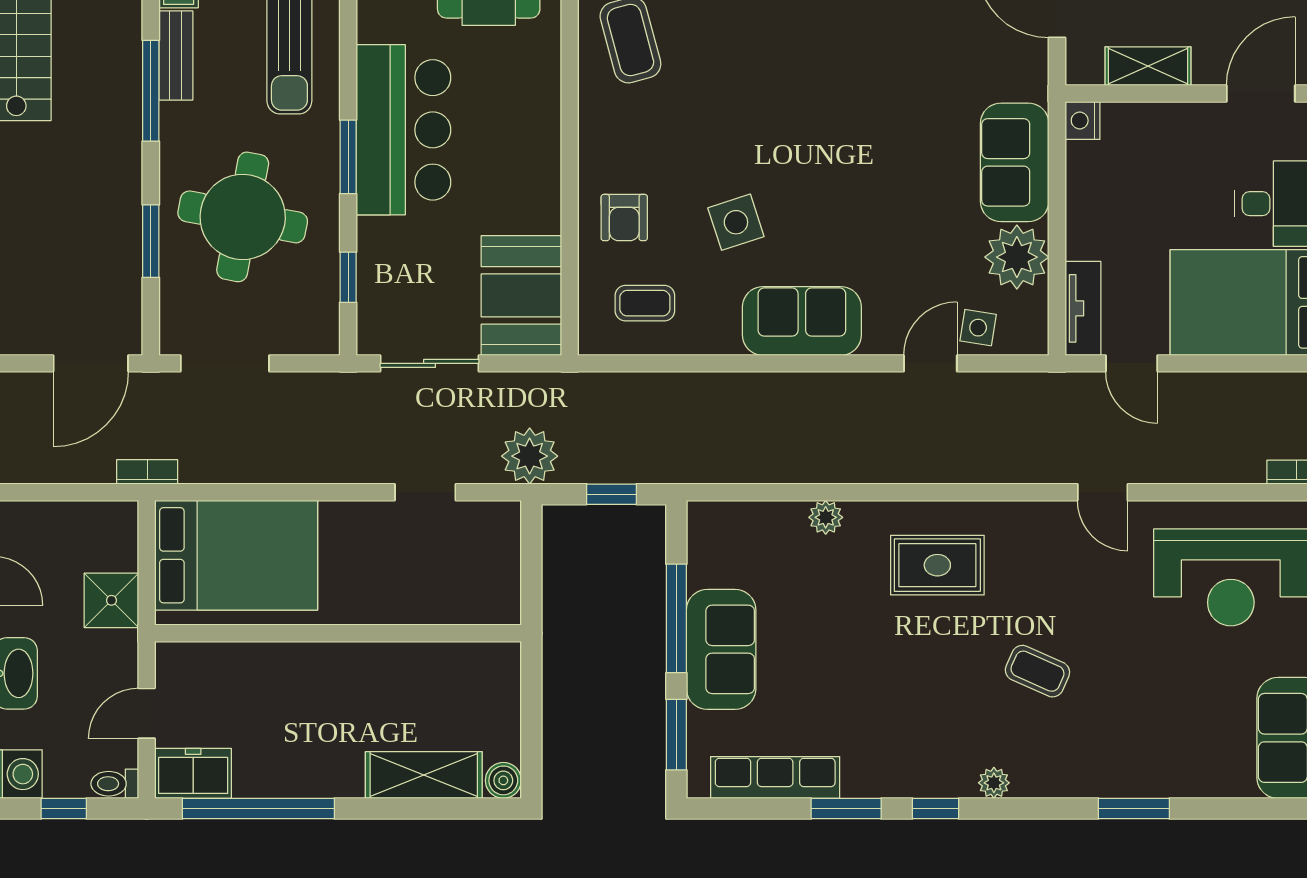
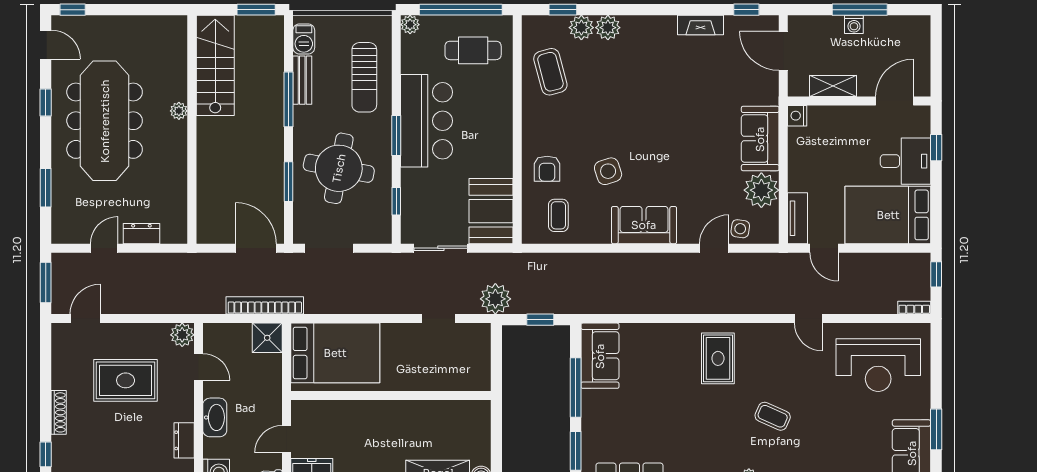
coffee table: (645, 303) -> (558, 215), turned 90
door: (91, 363) -> (256, 248), swing flipped
bookcase: (147, 472) -> (265, 305), width x2.31, depth x1.31
plant: (826, 517) -> (657, 332), removed
rug: (937, 565) -> (718, 358), turned 90
shower: (111, 600) -> (267, 338), moved
sofa: (721, 649) -> (600, 356), moved

